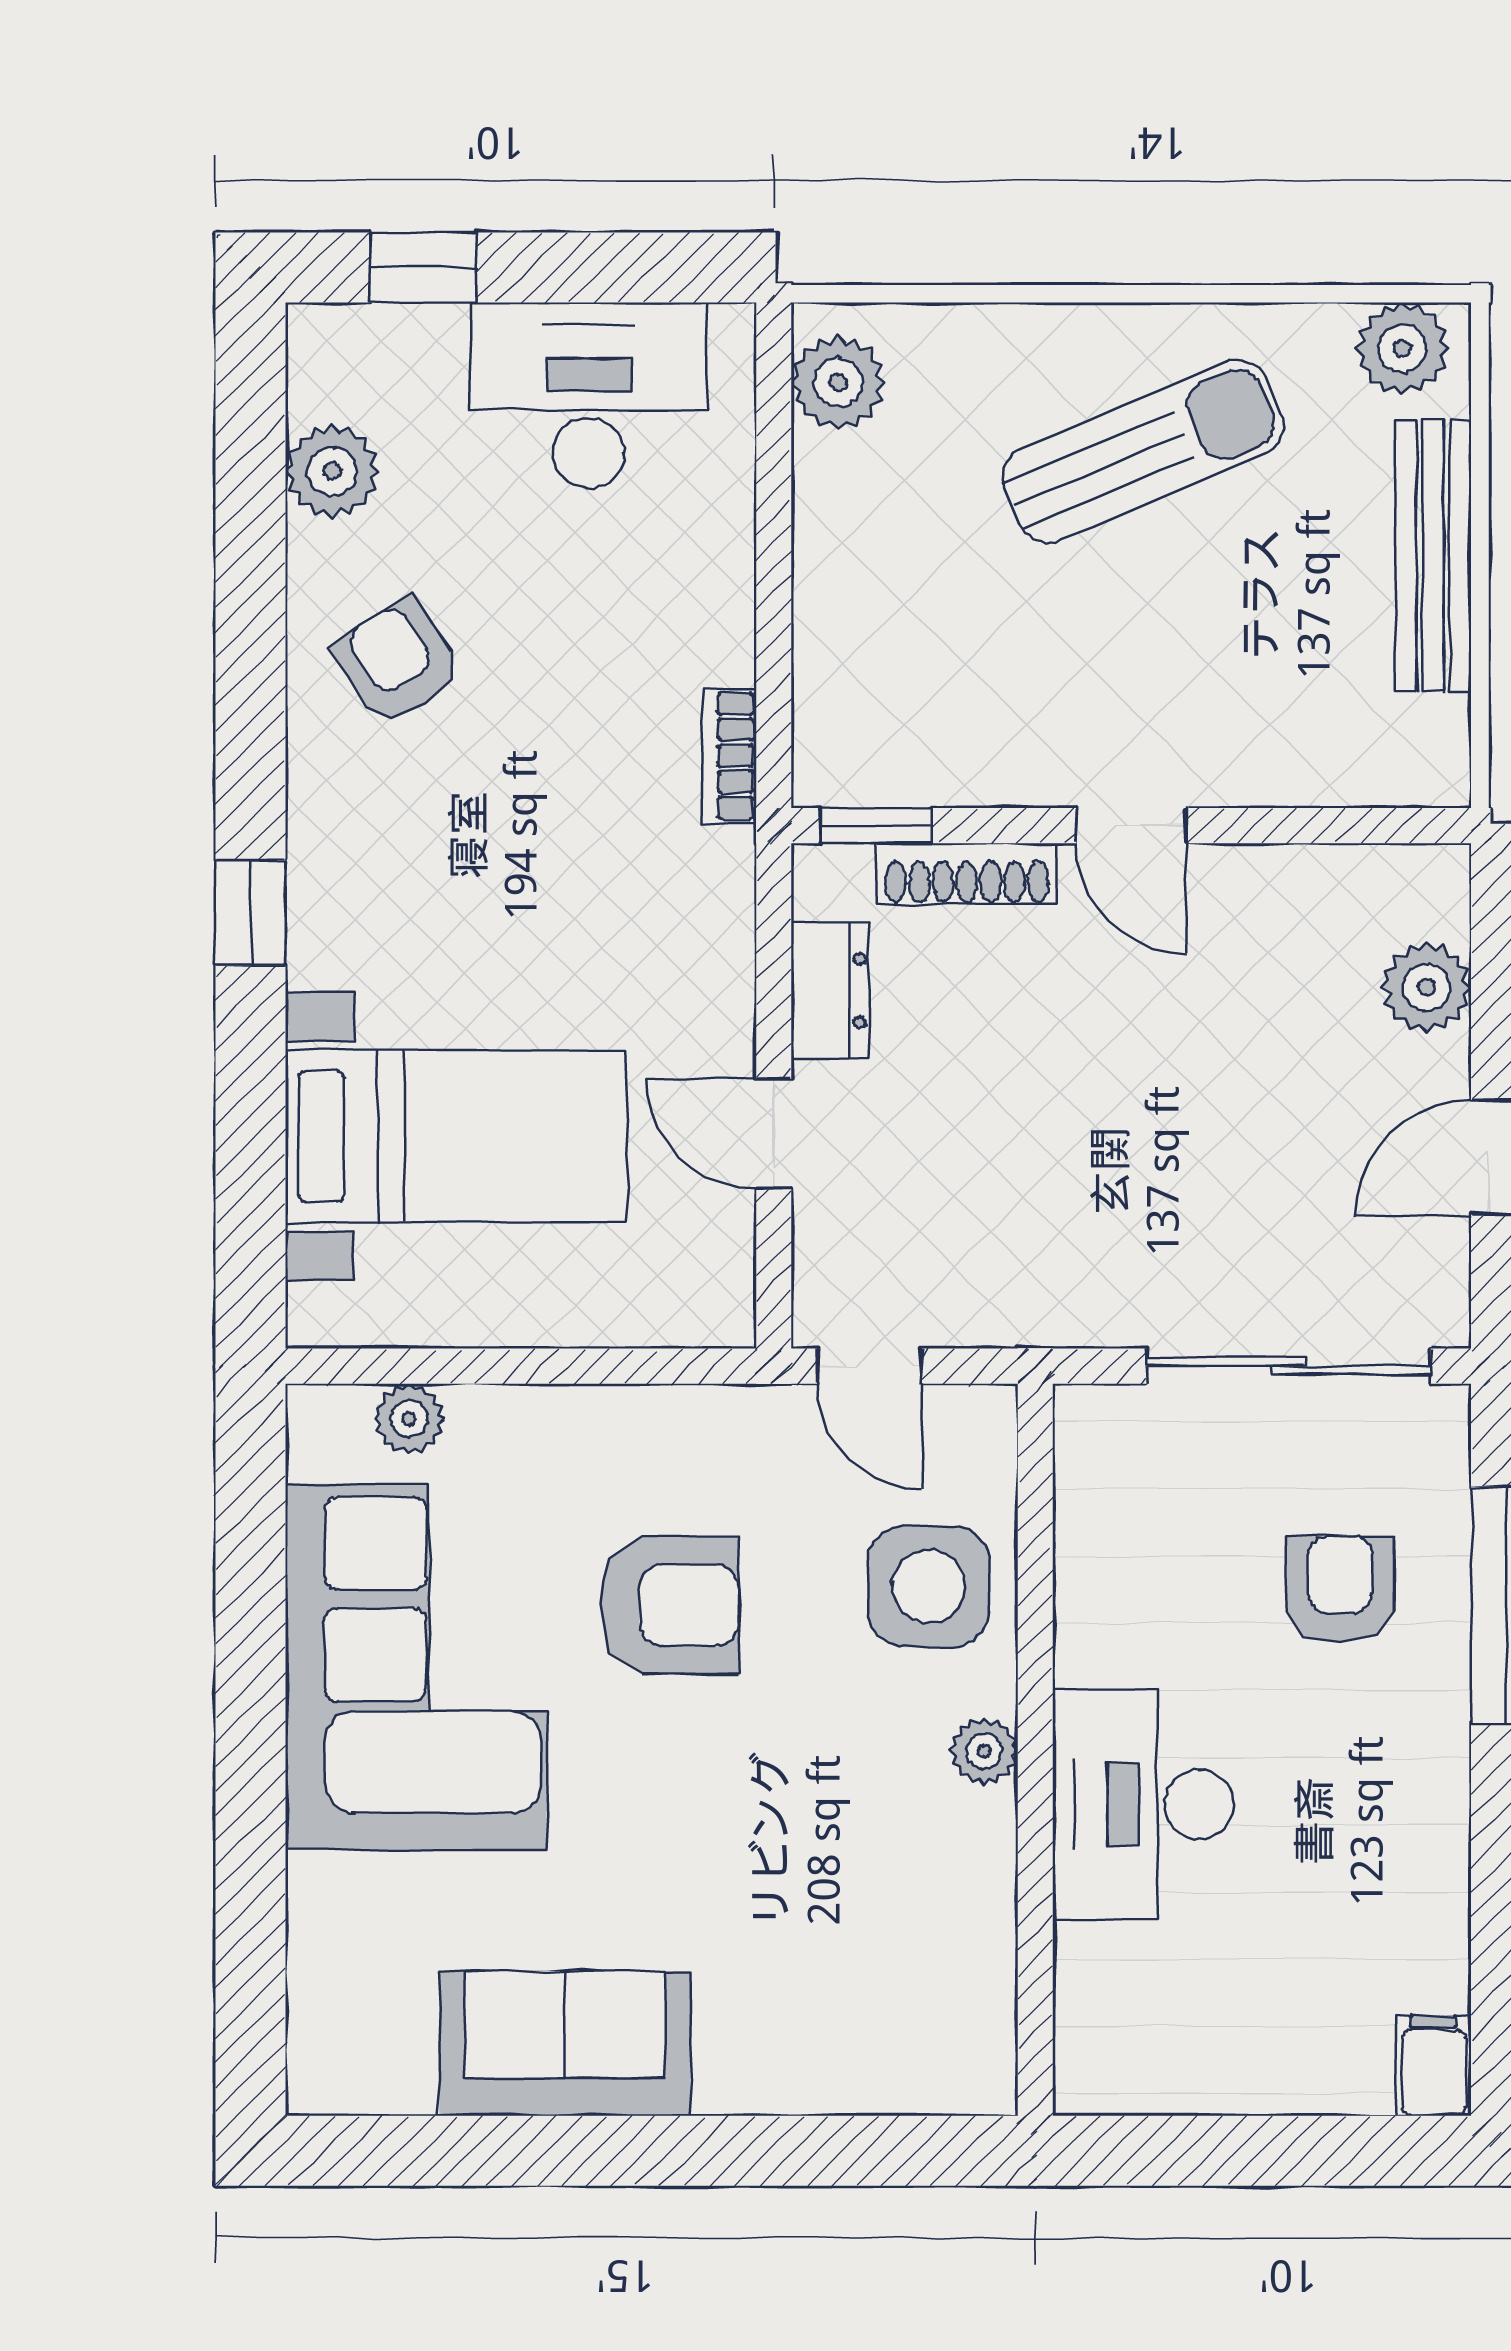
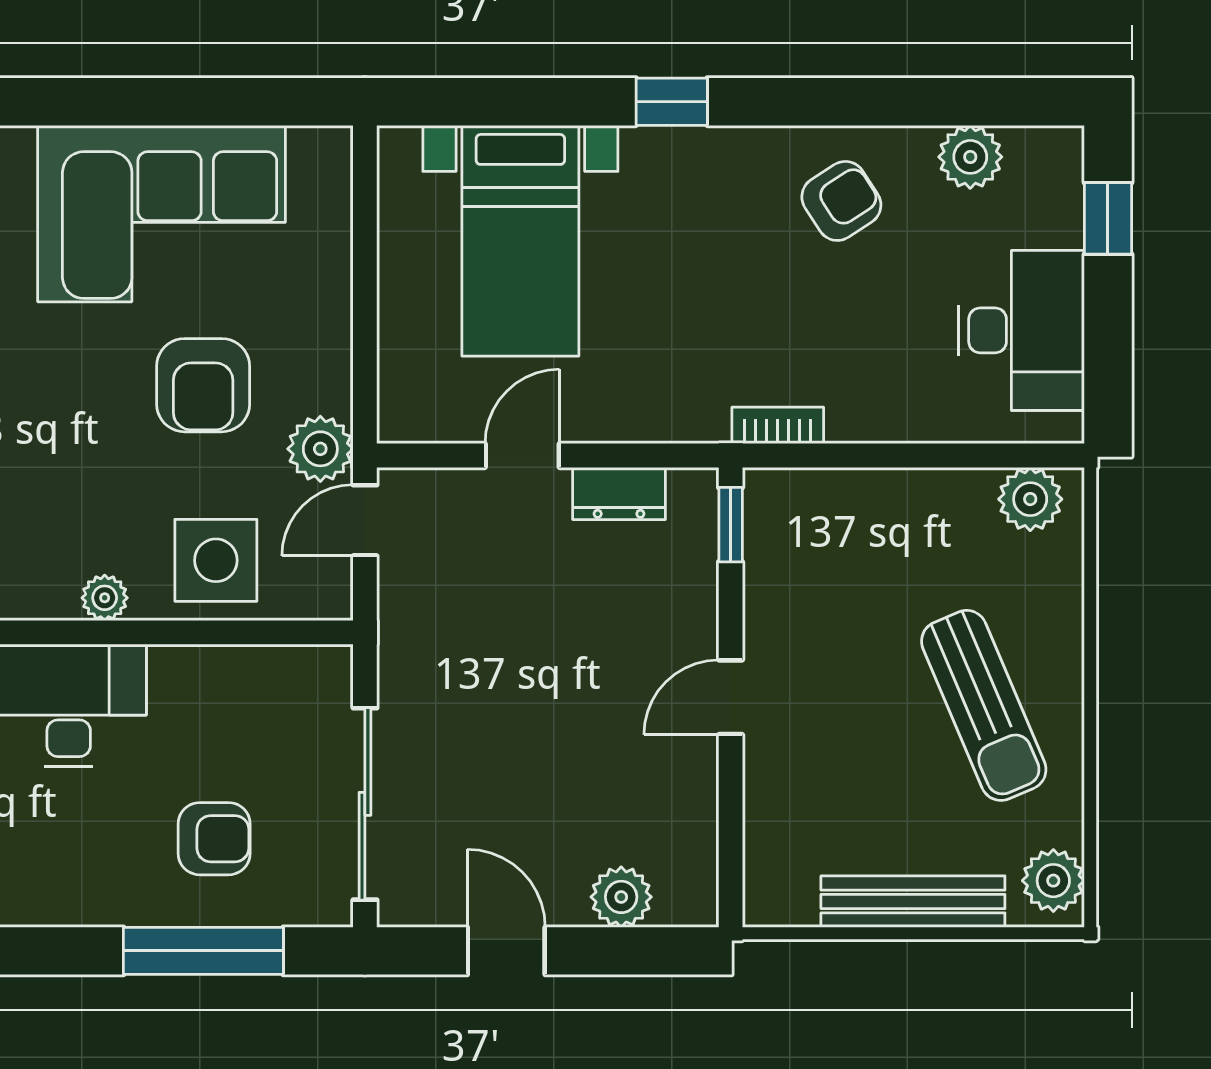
shoe rack: (967, 874) -> (698, 586), removed
plant: (409, 1419) -> (320, 449), moved, width x1.38, depth x1.38

